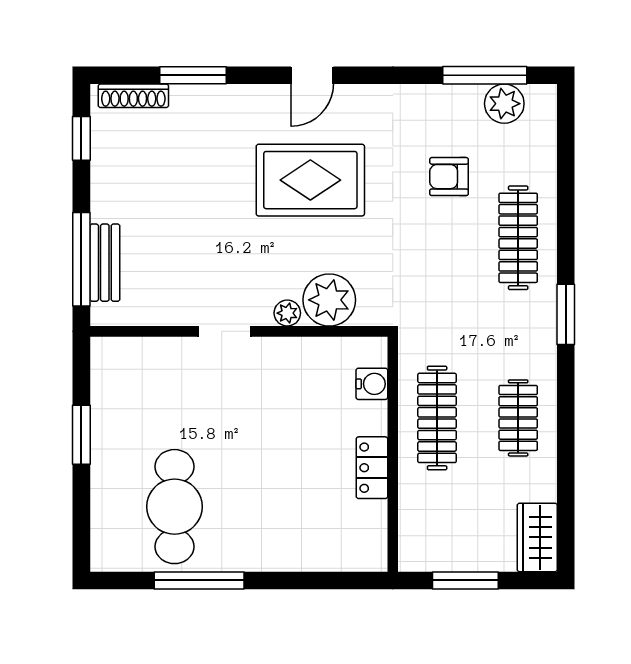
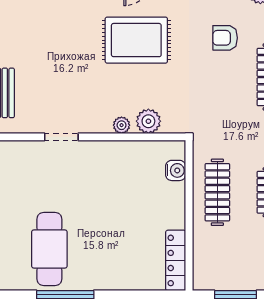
plant: (329, 300) -> (148, 121), width x0.73, depth x0.73
doorway: (224, 331) -> (61, 137), moved
locker: (372, 468) -> (176, 260), moved, width x1.53

